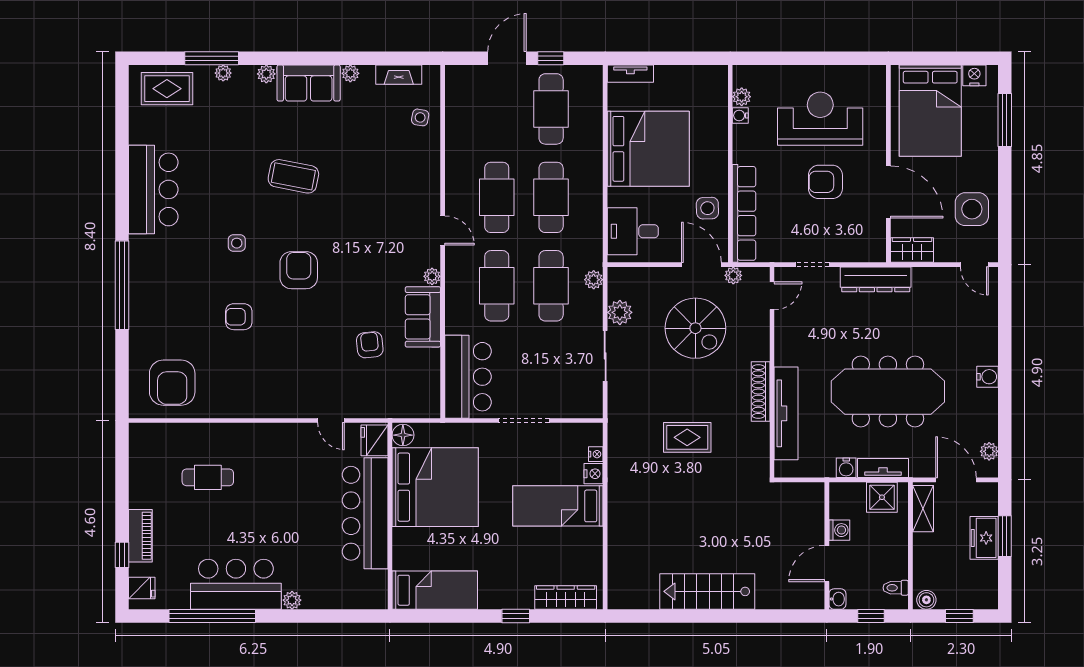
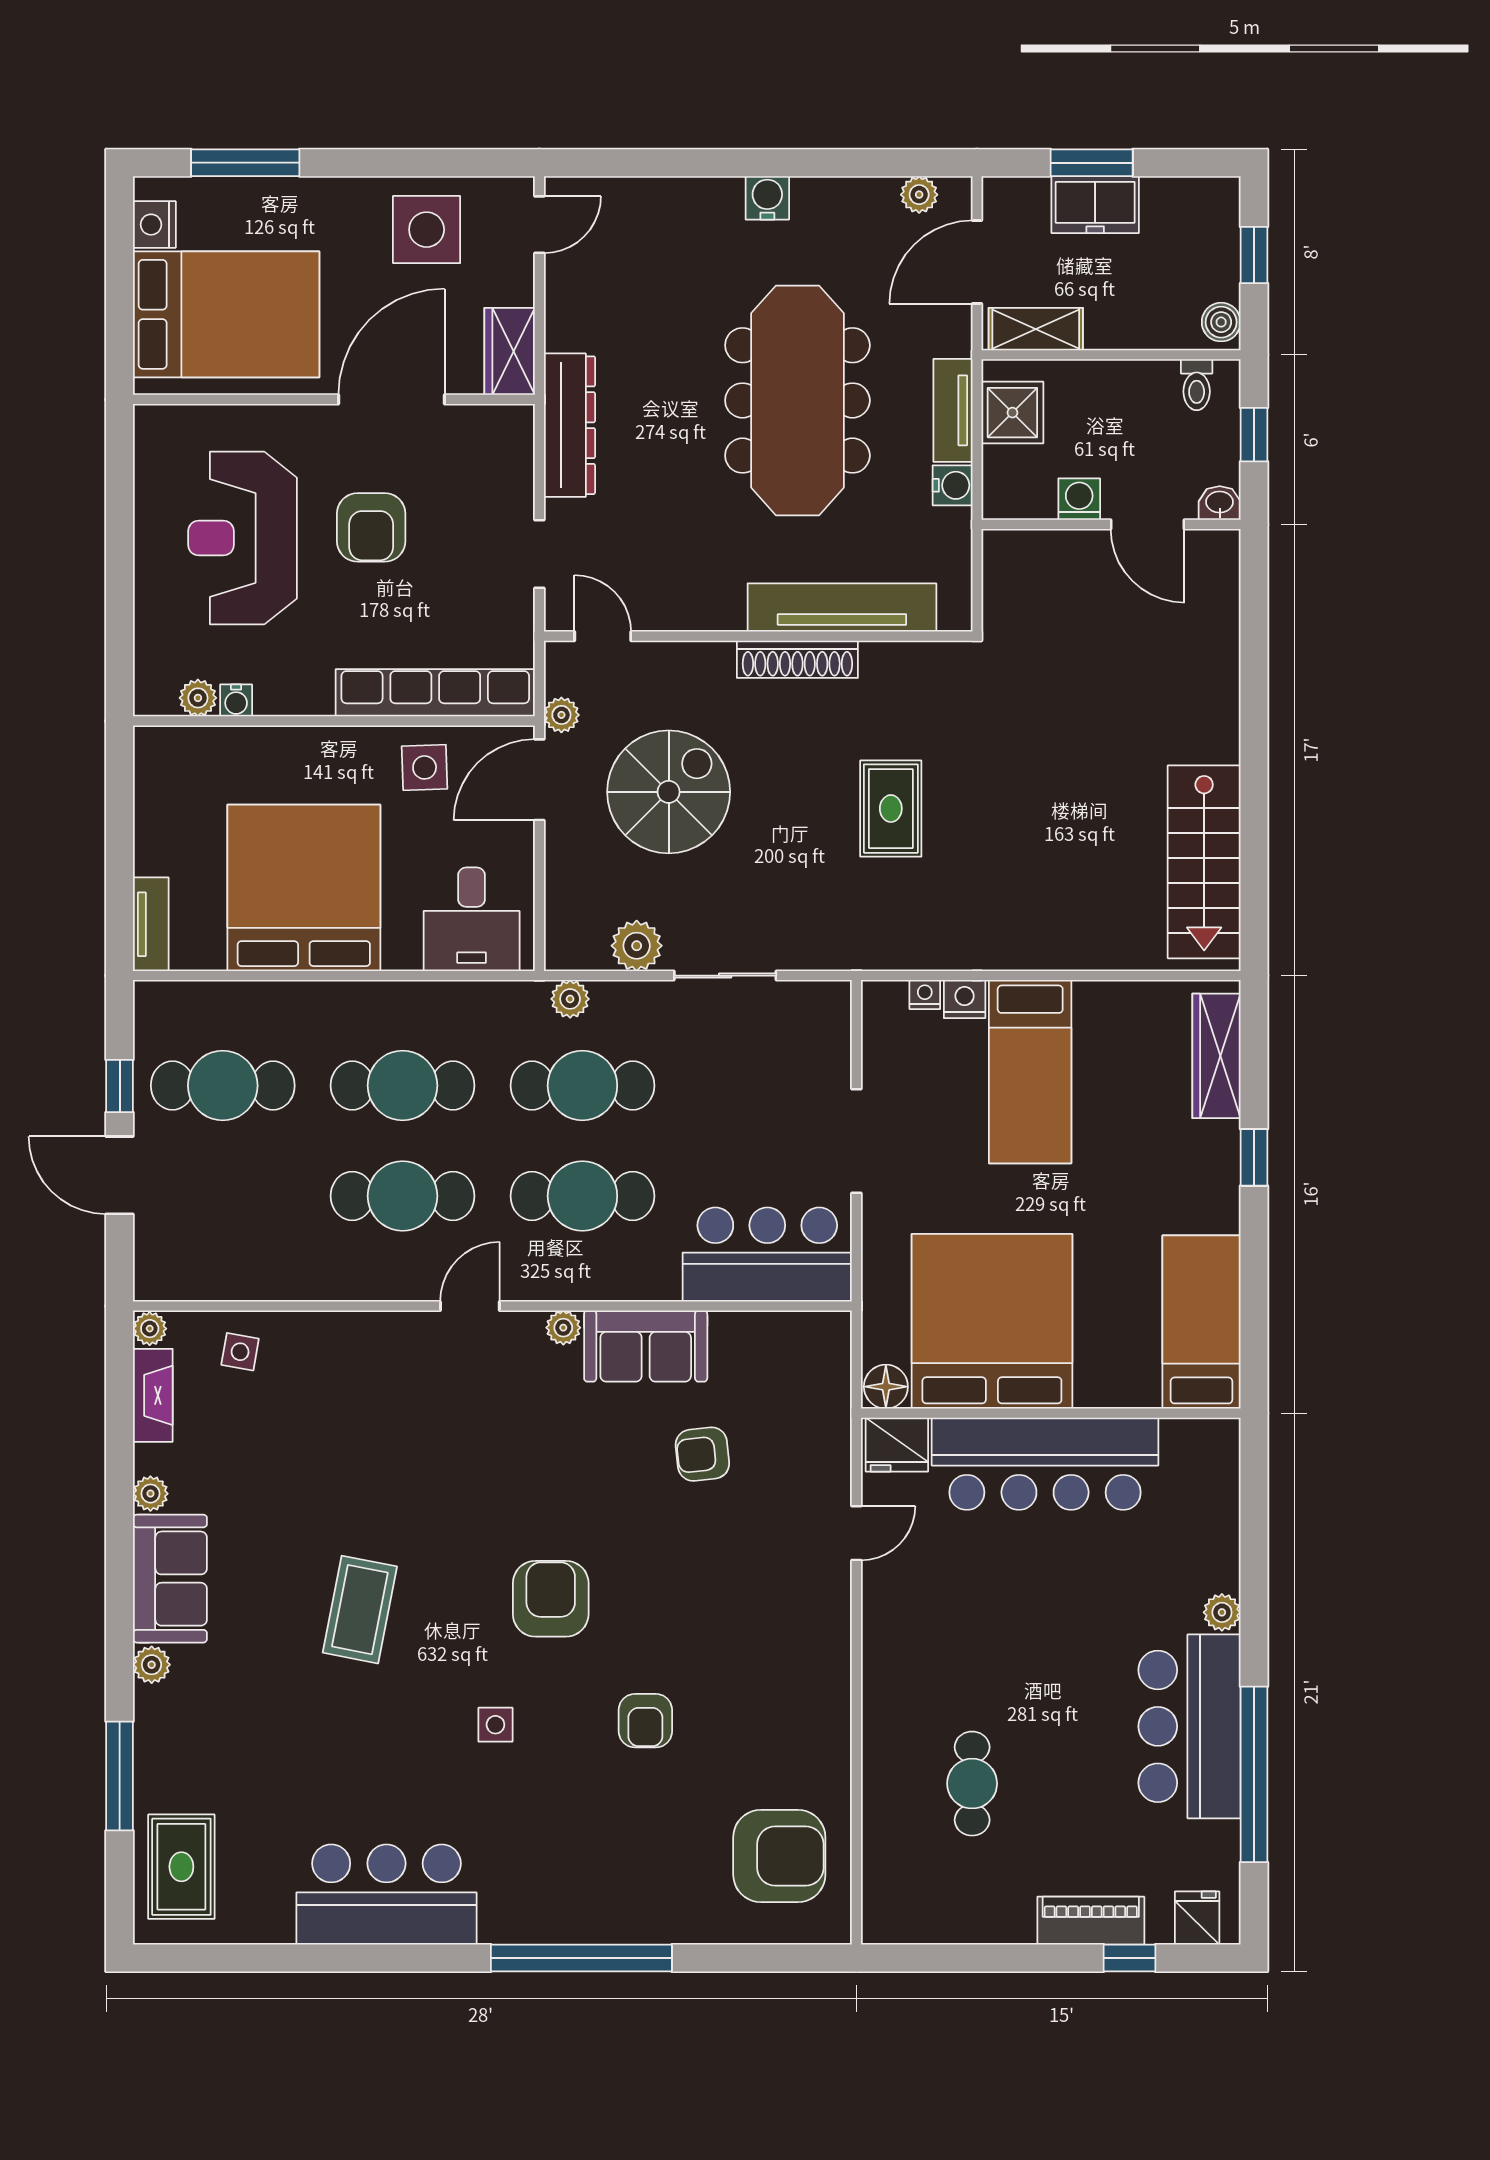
plant: (223, 73) -> (150, 1329), moved
armchair: (299, 270) -> (551, 1599), turned 90
stairs: (707, 591) -> (1204, 862), moved

